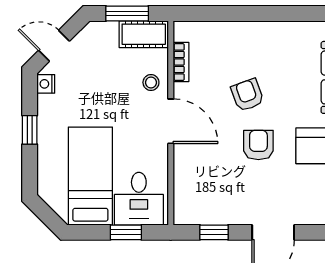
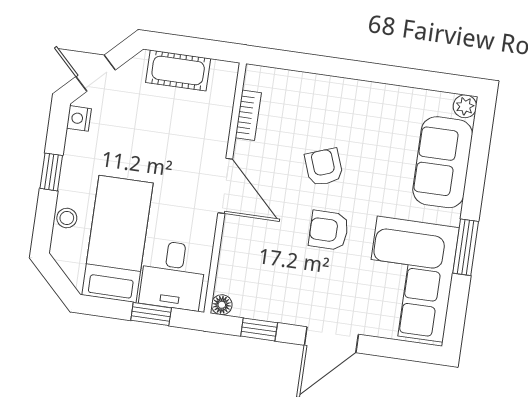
window: (127, 14) -> (191, 46), removed
cot: (144, 34) -> (178, 70), moved
stool: (151, 82) -> (67, 218), moved
armchair: (258, 145) -> (329, 230), turned -90
floor lamp: (181, 217) -> (222, 305), added

